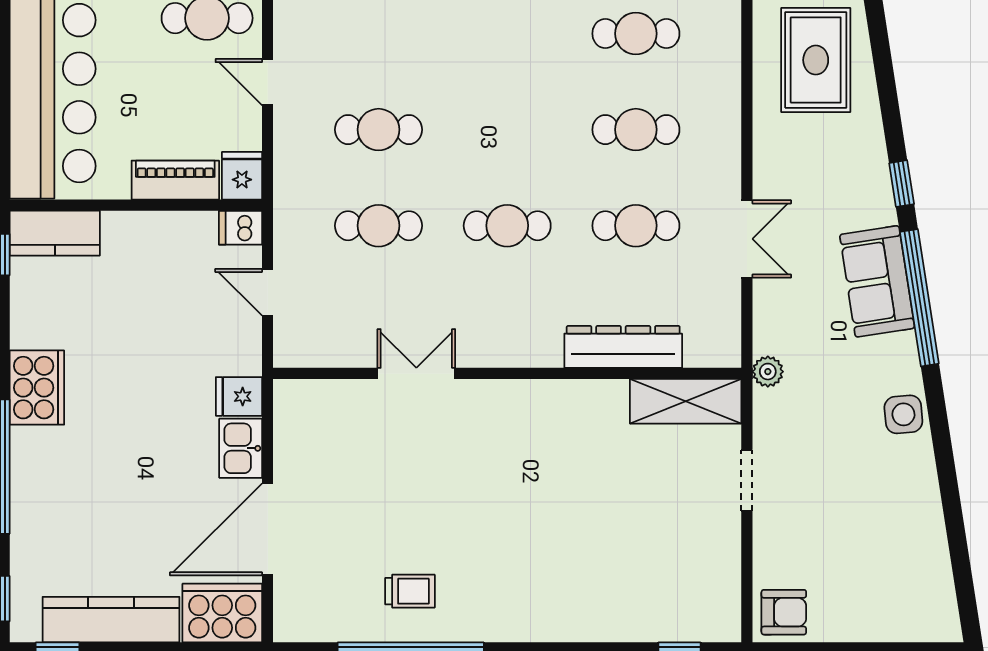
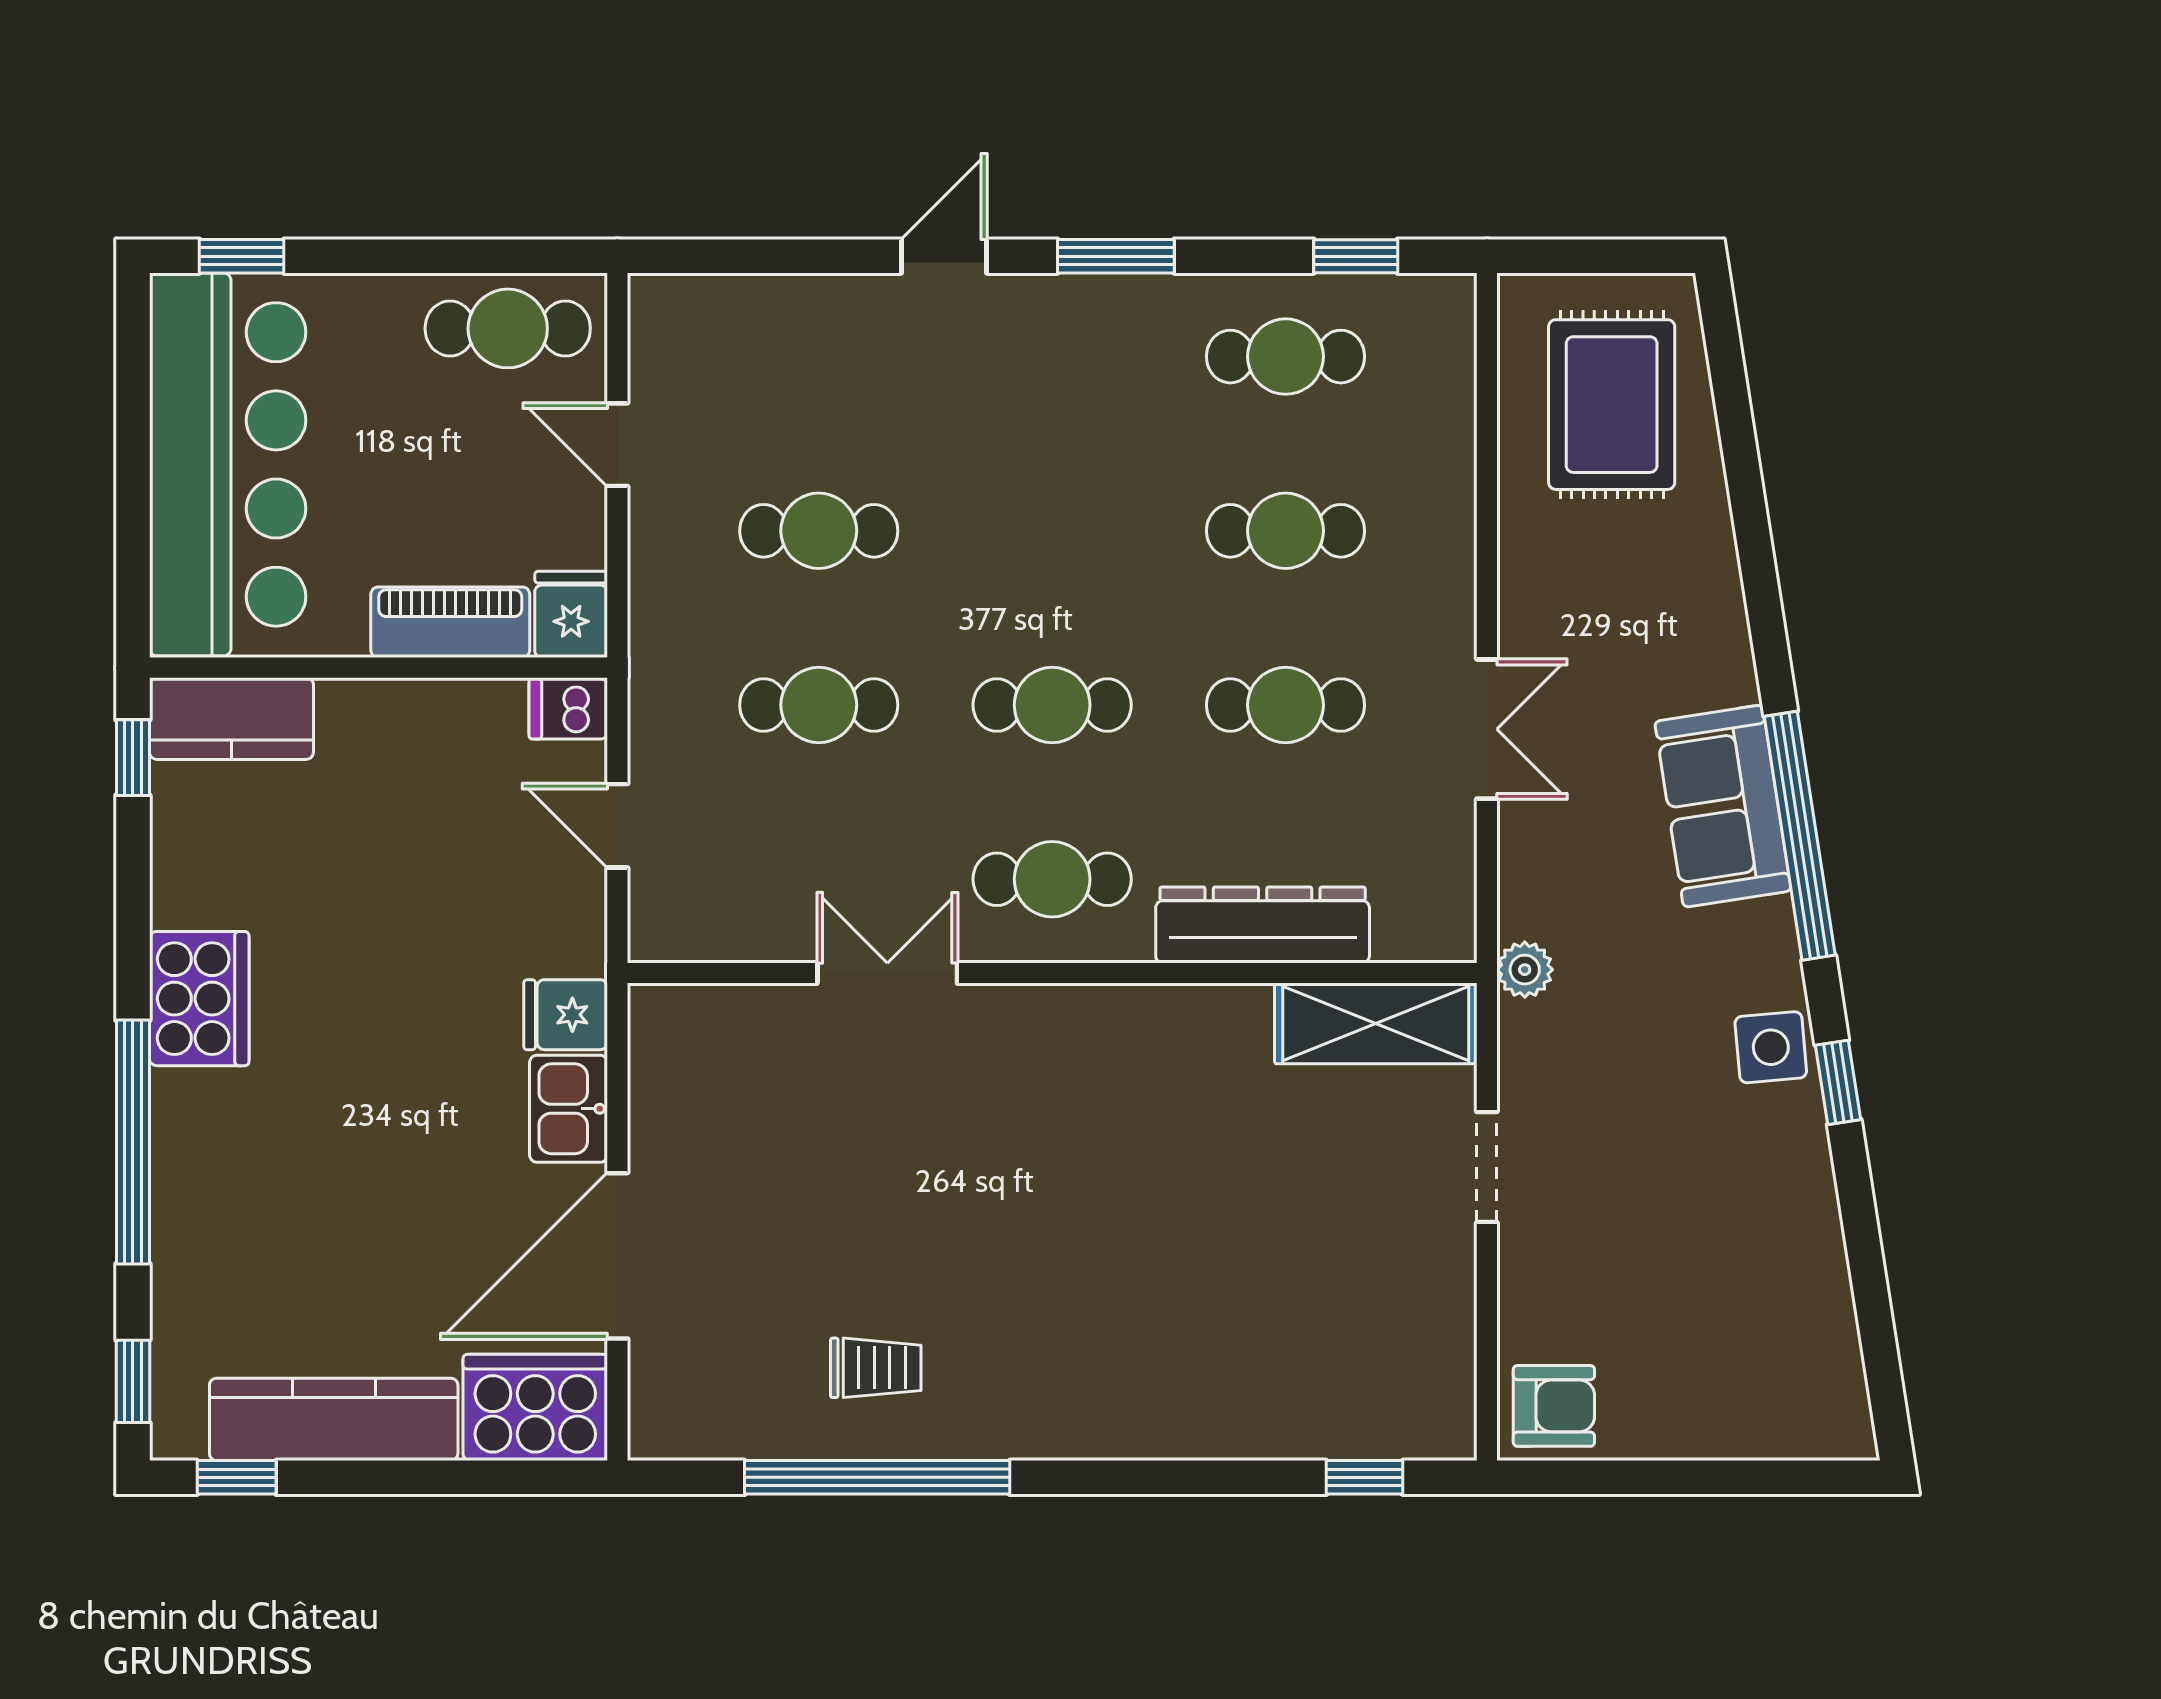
window: (902, 184) -> (1838, 1082), moved
cafe table: (507, 322) -> (1052, 879), added

